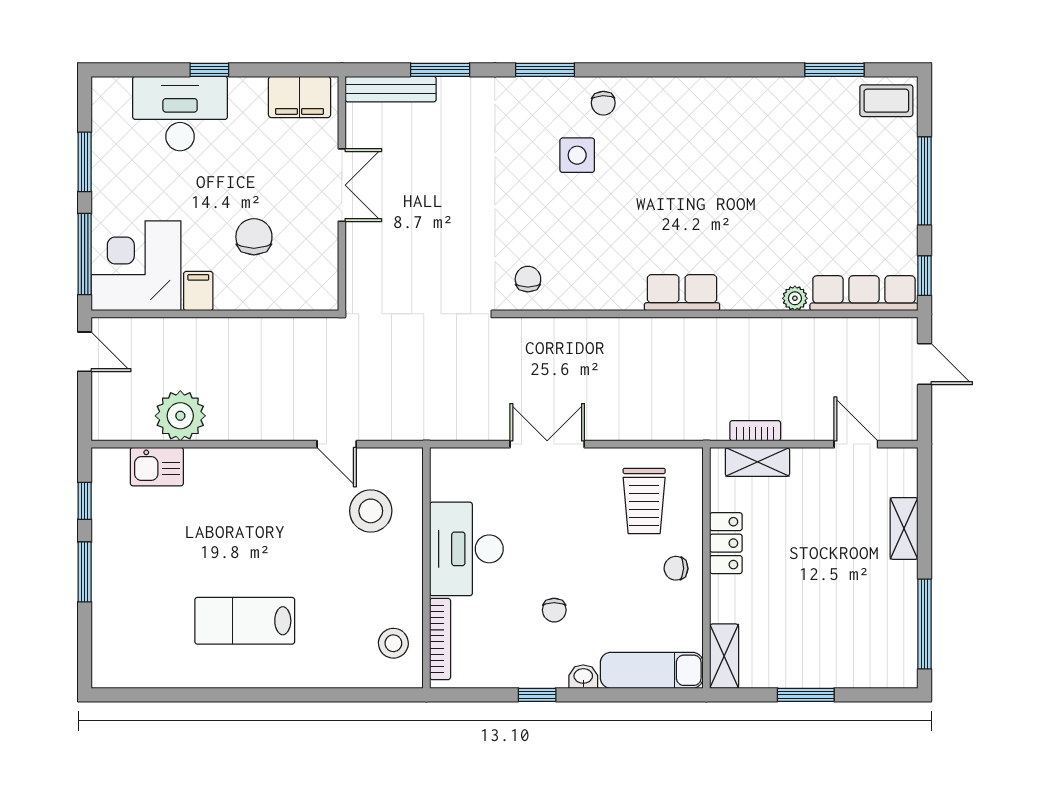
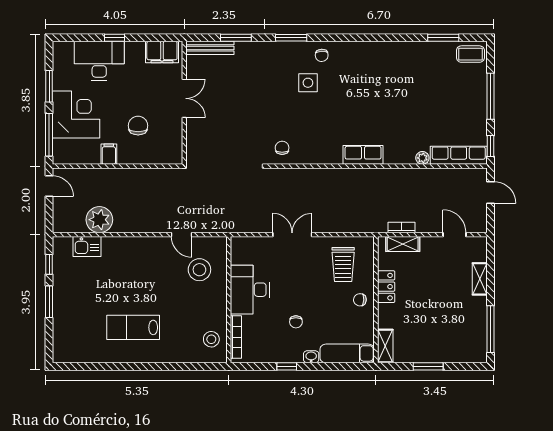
corner desk: (136, 266) -> (76, 114), moved, turned 90

